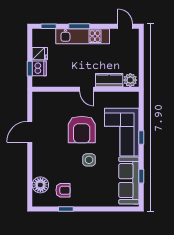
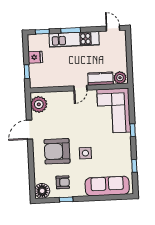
dishwasher: (39, 68) -> (35, 71), removed
door: (87, 89) -> (80, 88), hinge flipped
plant: (41, 105) -> (39, 104), added
armchair: (82, 130) -> (57, 151), moved, turned 90
corner sofa: (122, 132) -> (114, 111), moved
sofa: (129, 181) -> (107, 186), moved, turned 90
floor lamp: (40, 185) -> (42, 191), moved

